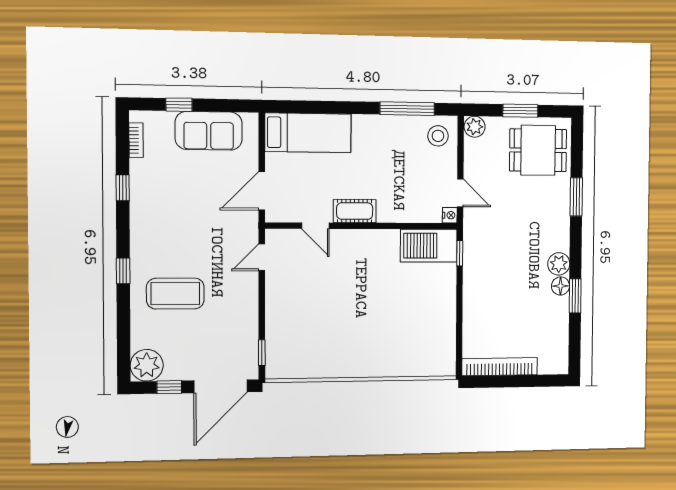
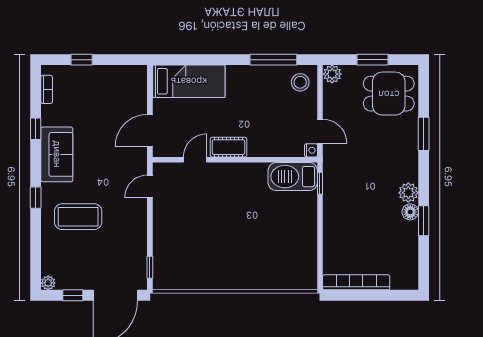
sofa: (209, 131) -> (57, 154), moved, turned -90
door: (315, 226) -> (195, 160), swing flipped
plant: (147, 365) -> (48, 283), width x0.53, depth x0.53

